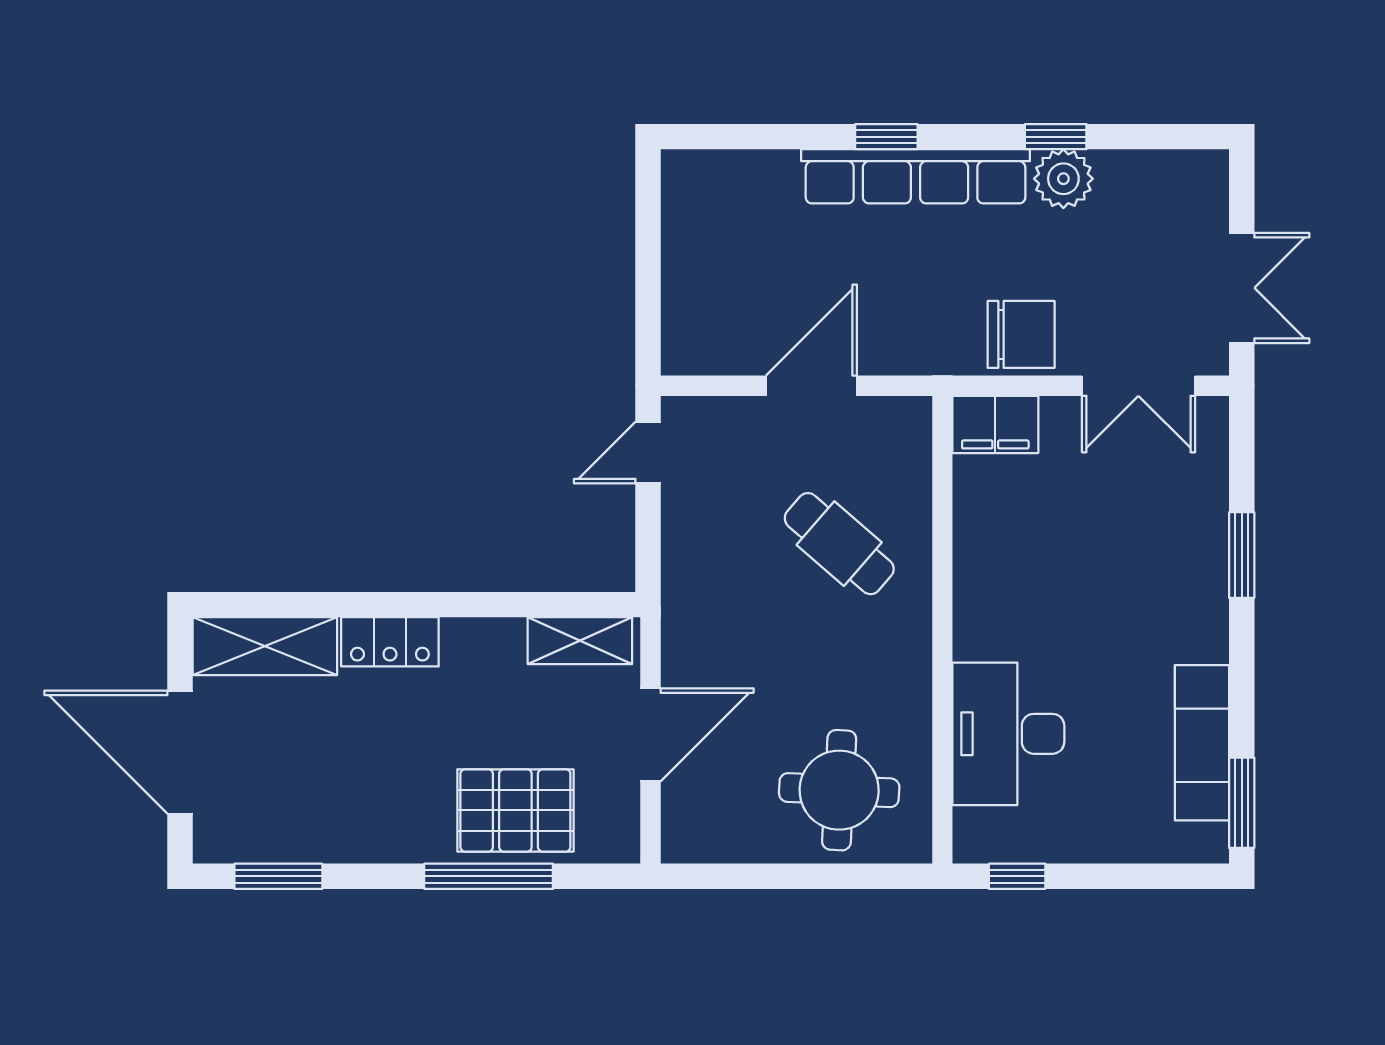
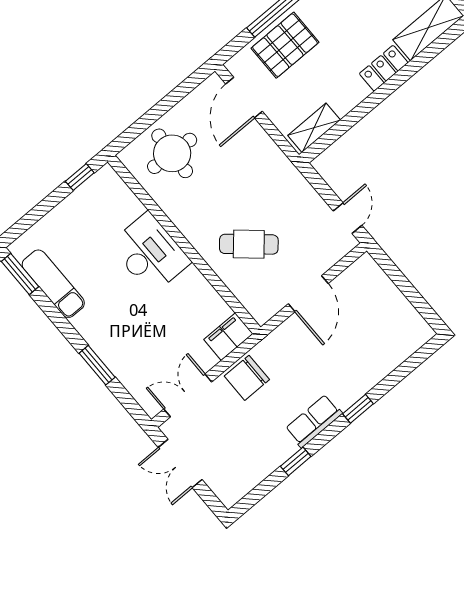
row of seats: (916, 176) -> (314, 421), width x0.50
plant: (1063, 179) -> (280, 448), removed
desk: (1008, 734) -> (150, 253), moved
door: (650, 735) -> (244, 98), moved

